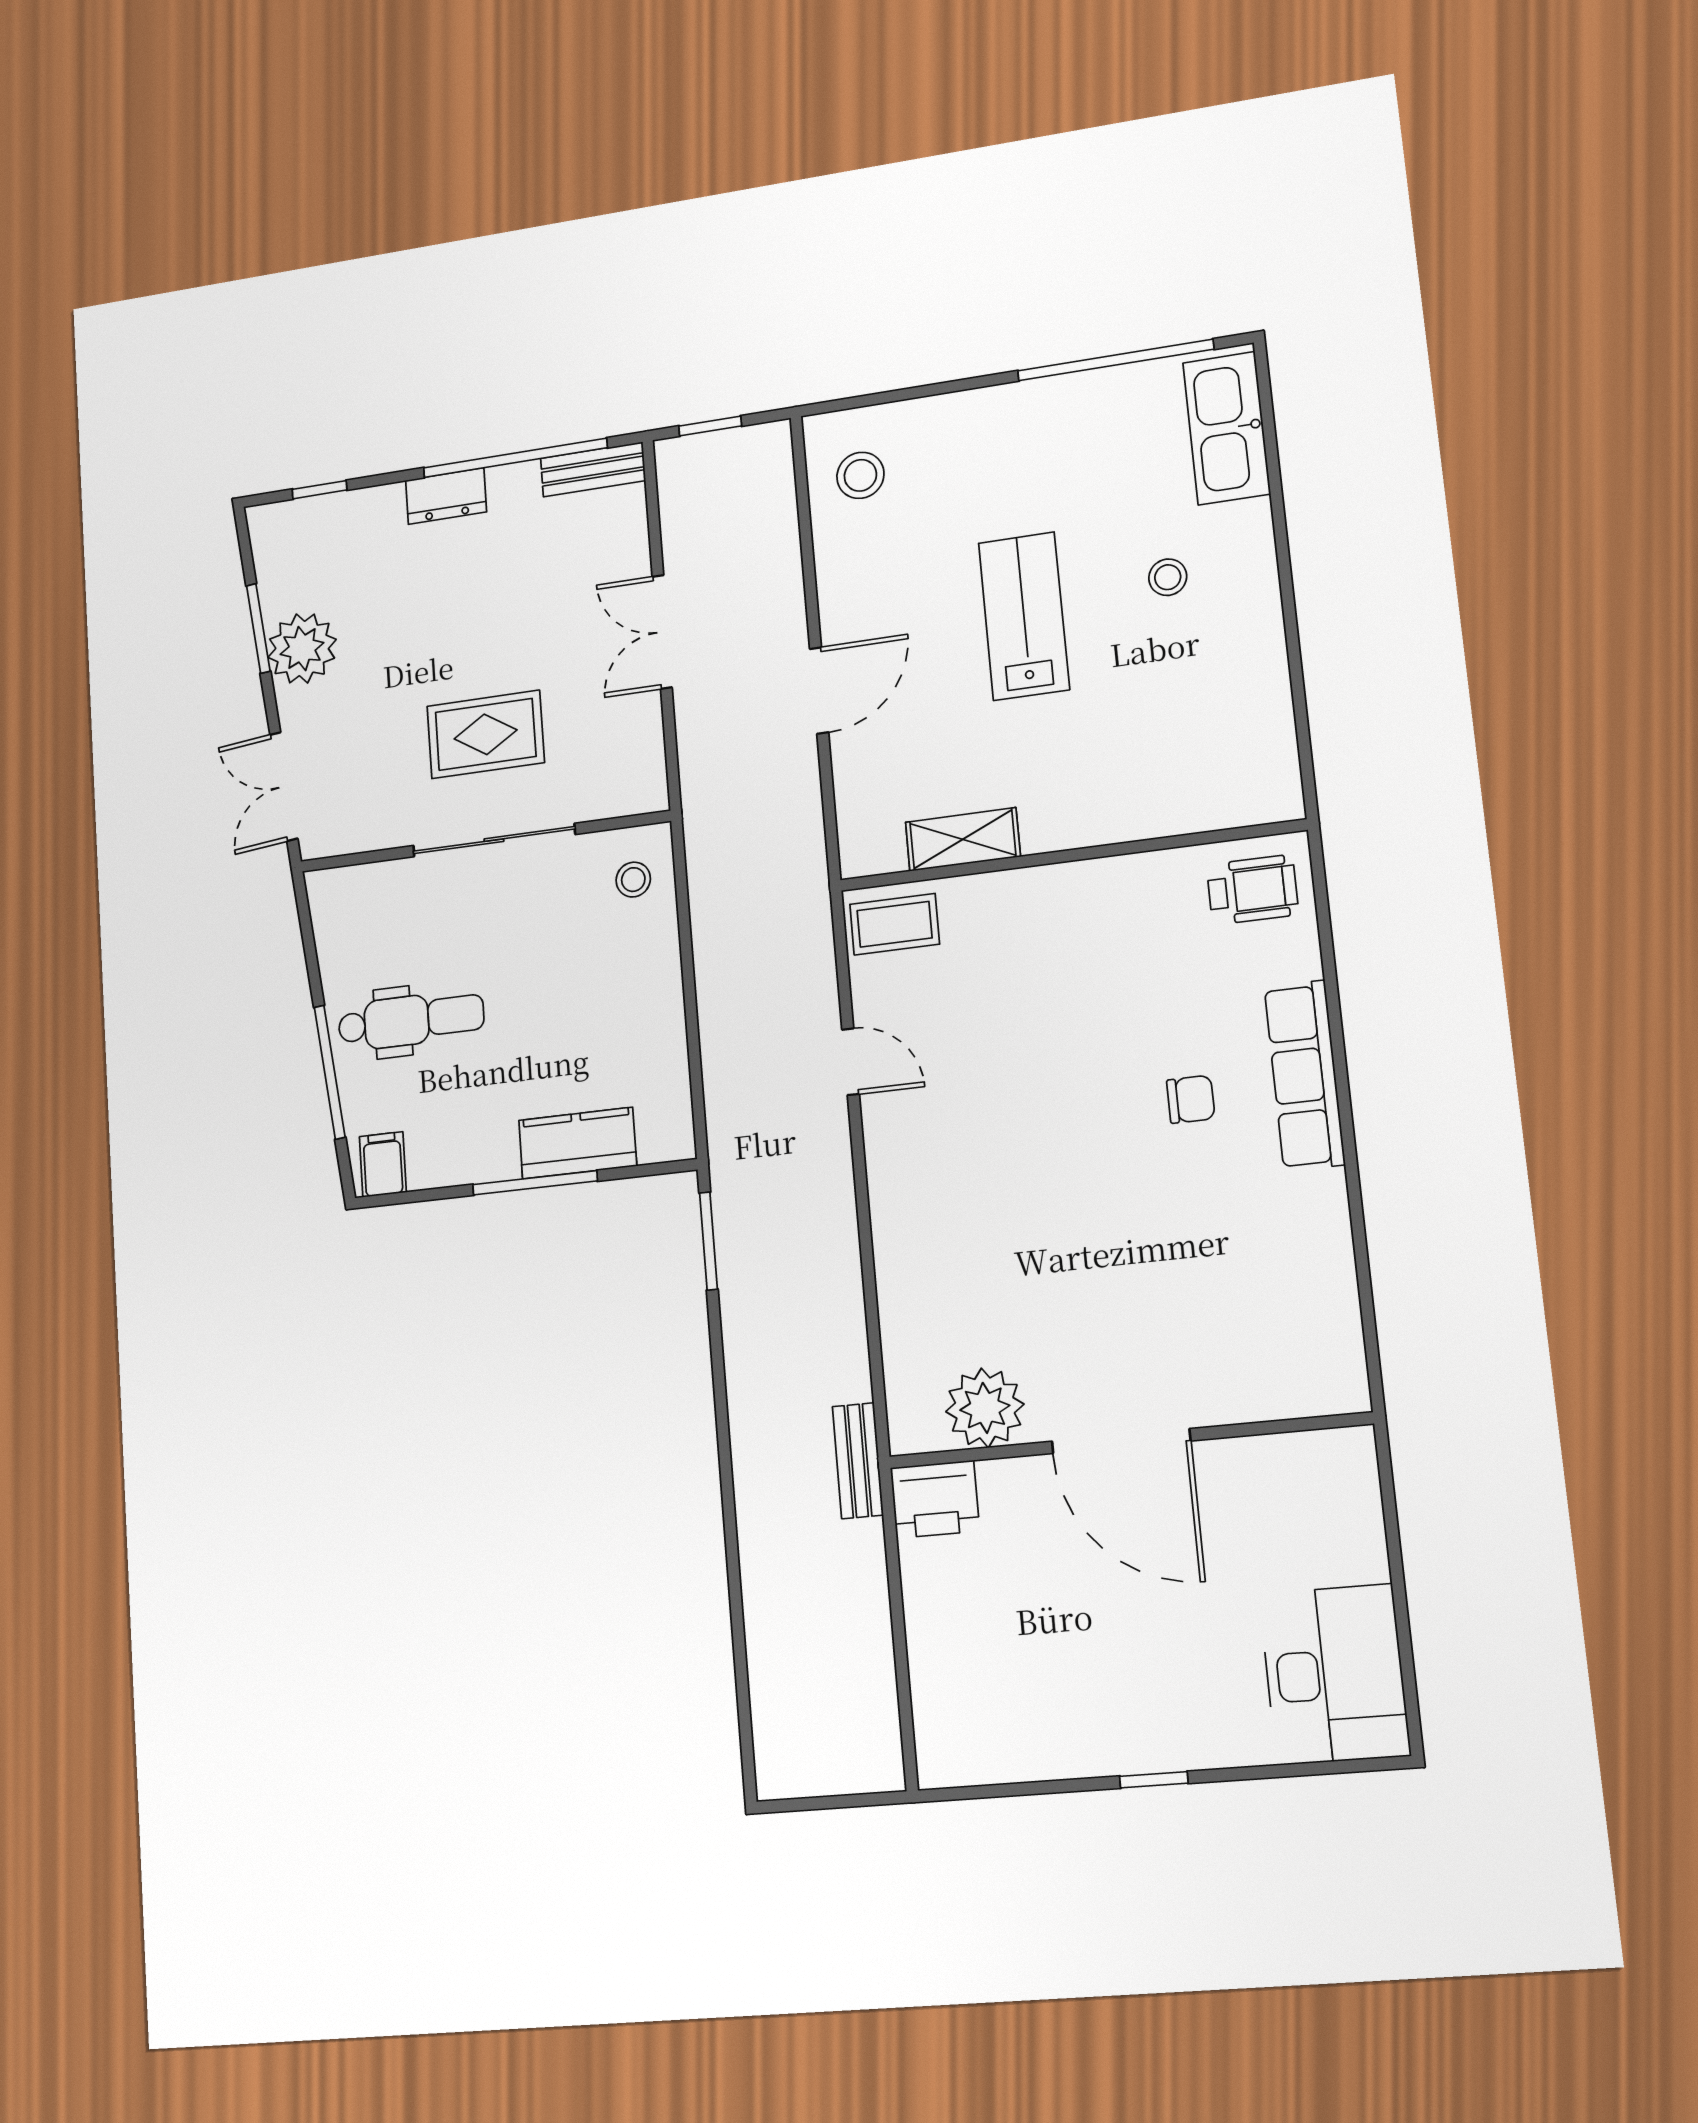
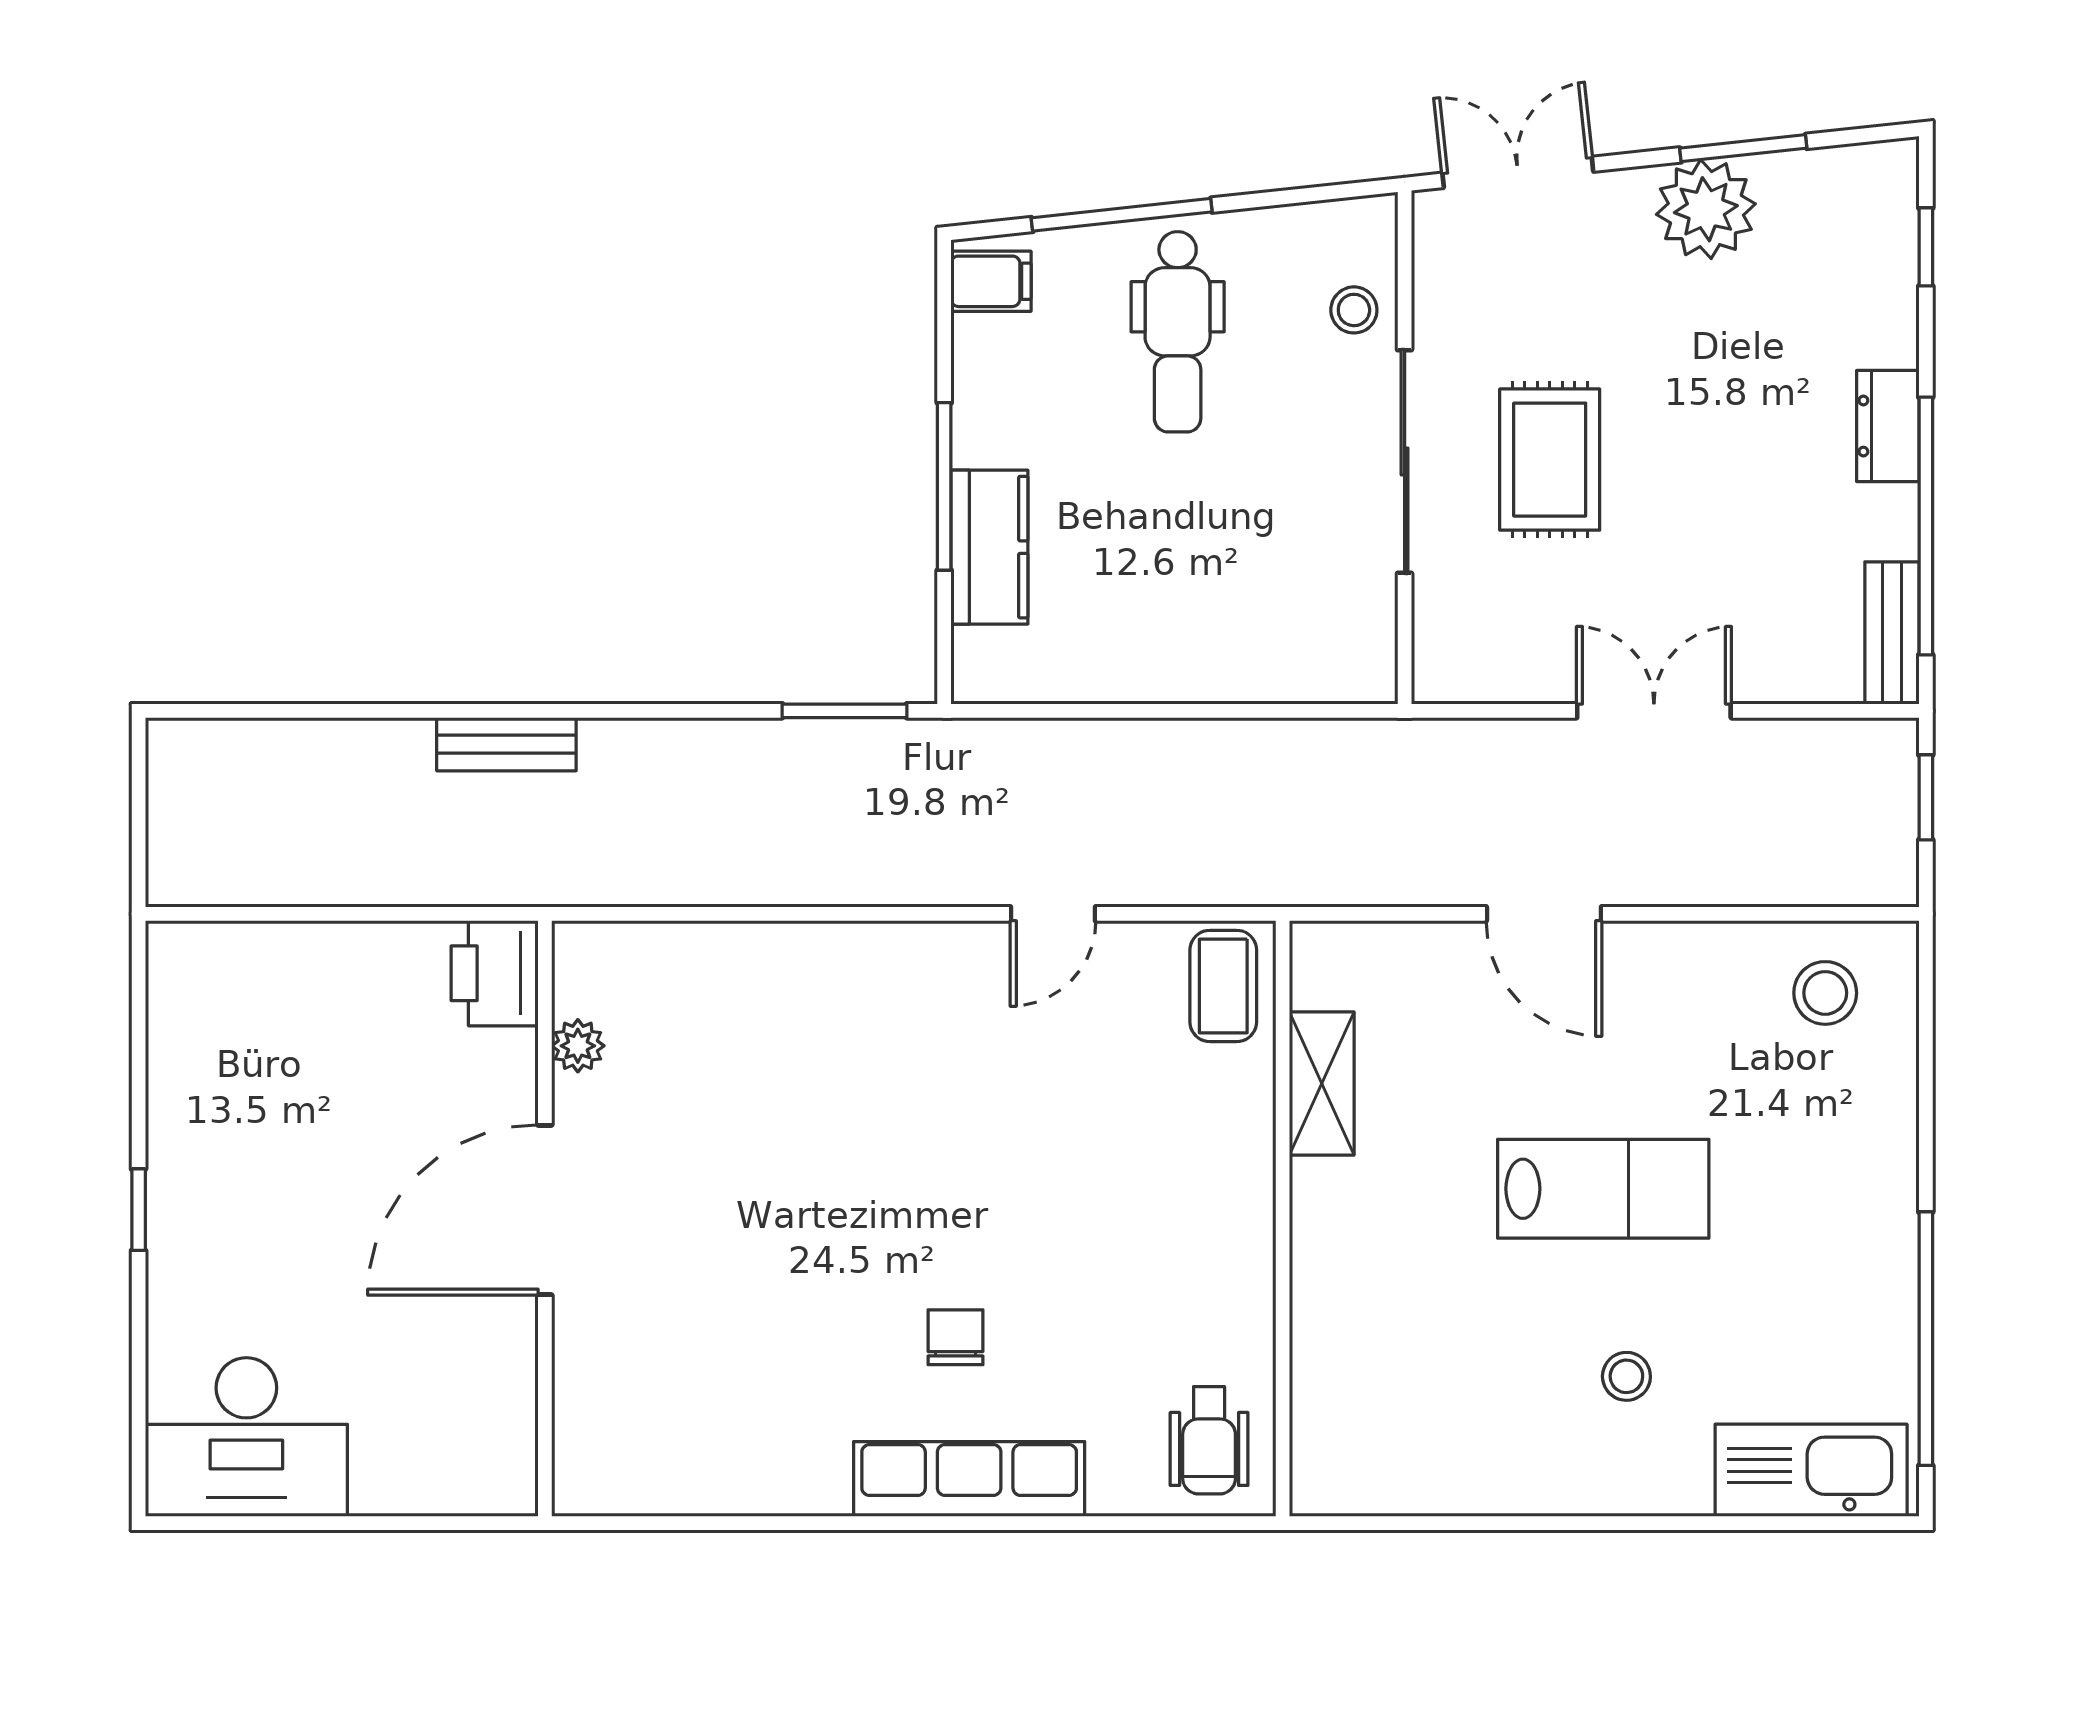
stool: (633, 880) -> (1354, 310), moved
chair: (1191, 1099) -> (956, 1337), turned 180
plant: (985, 1408) -> (578, 1046), width x0.53, depth x0.53
bench: (858, 1461) -> (506, 744), moved

